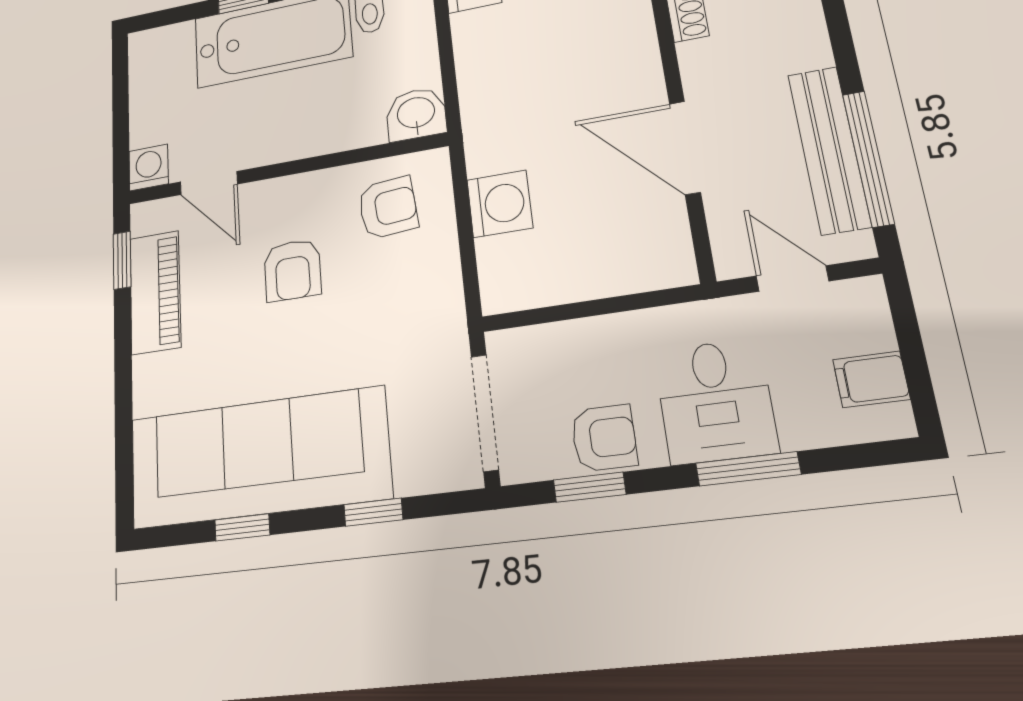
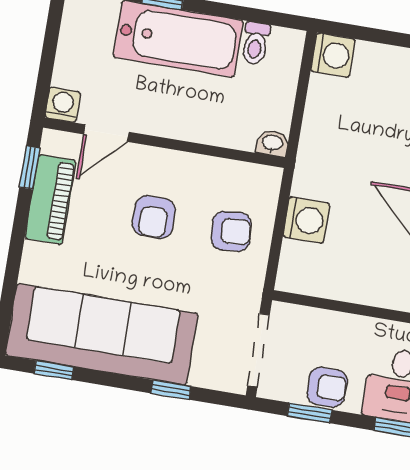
washbasin: (416, 114) -> (272, 143), width x0.72, depth x0.69
door: (209, 183) -> (106, 133), hinge flipped
armchair: (388, 208) -> (231, 231), moved
window: (242, 527) -> (54, 370), moved

